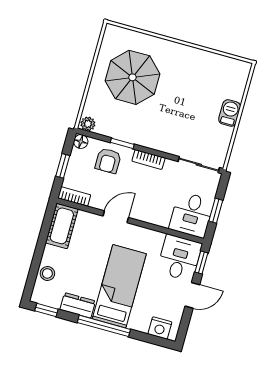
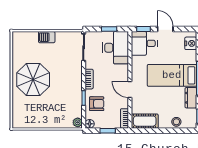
parasol: (132, 77) -> (33, 80), moved
desk: (191, 215) -> (116, 48), width x1.37

